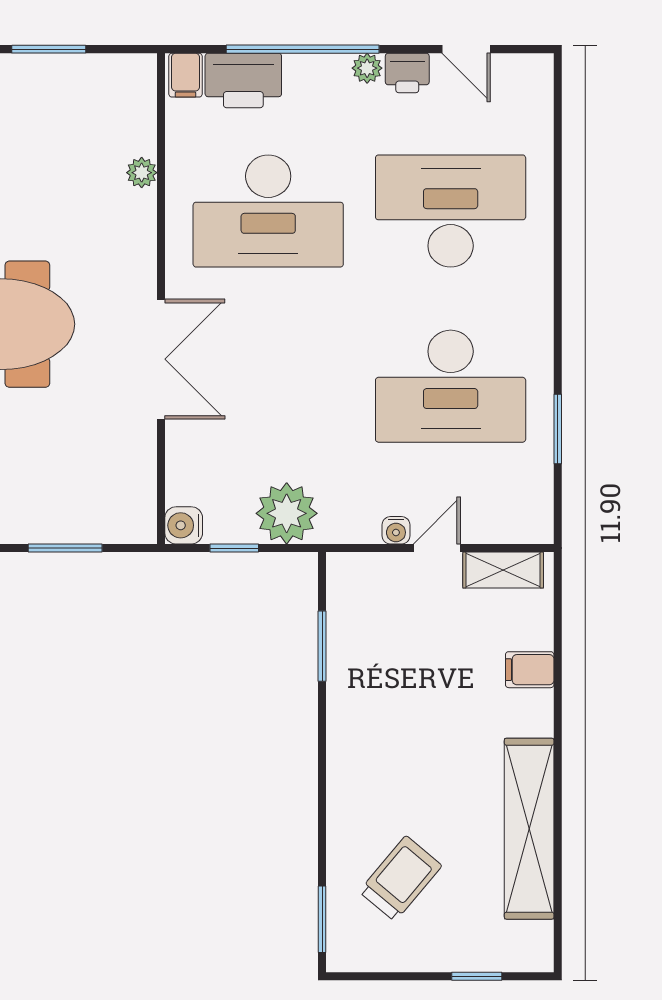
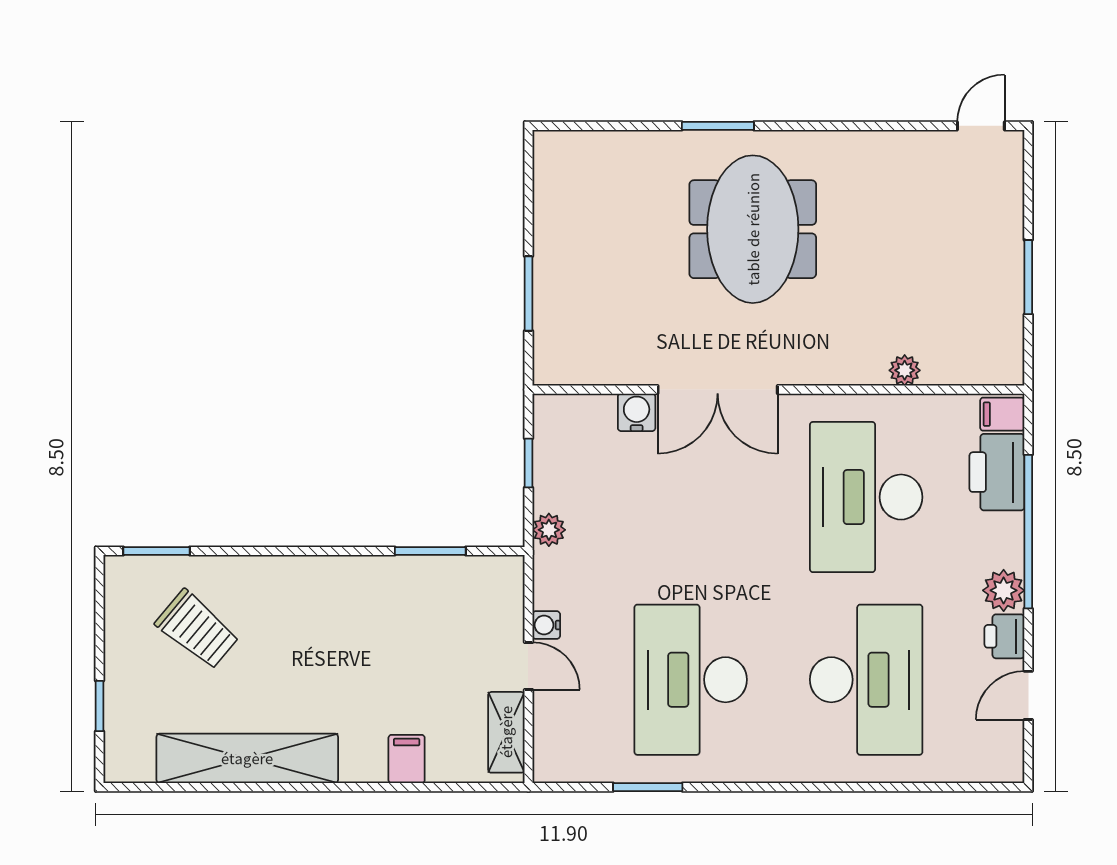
plant: (367, 68) -> (1004, 590), width x1.38, depth x1.38
plant: (287, 513) -> (549, 530), width x0.53, depth x0.53
water cooler: (184, 525) -> (637, 412), moved

